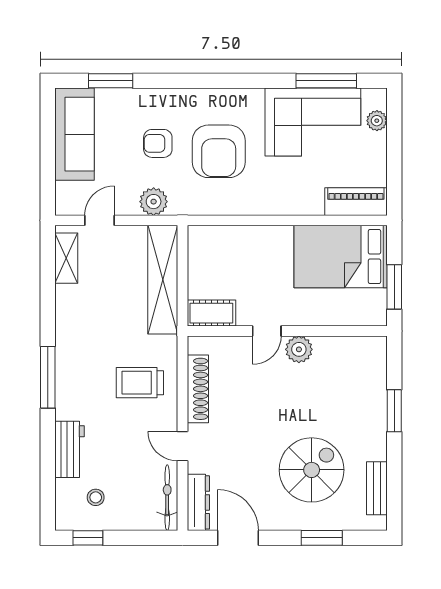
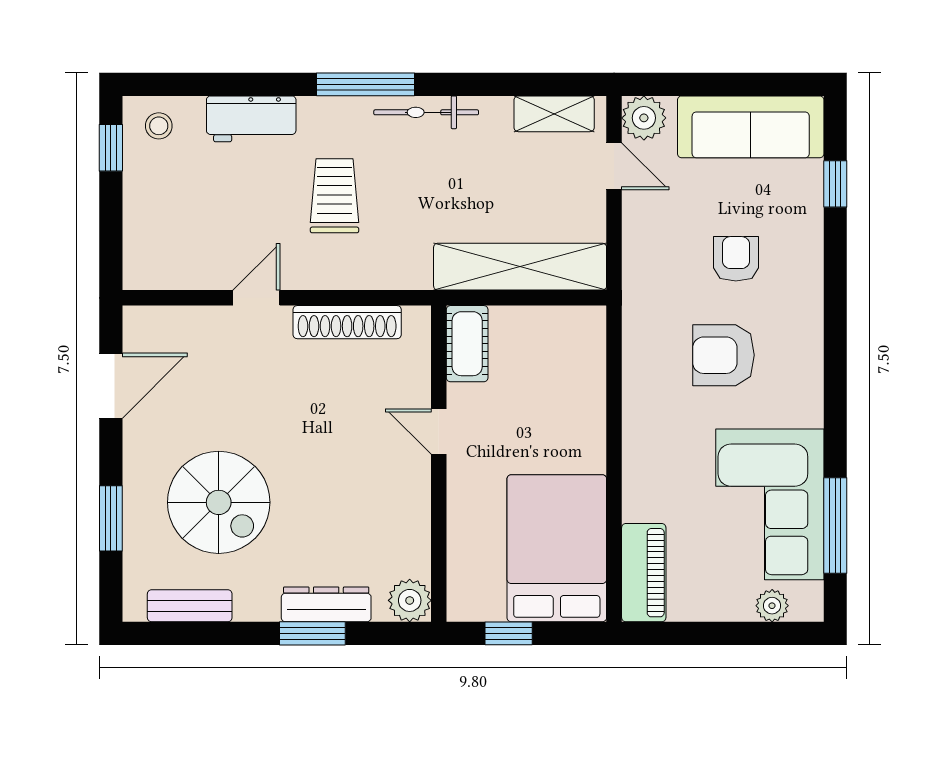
window: (111, 81) -> (835, 184), width x0.67
armchair: (219, 151) -> (723, 355), width x0.73, depth x0.73
plant: (154, 202) -> (644, 118), moved
window: (394, 287) -> (509, 633), width x0.67
plant: (299, 349) -> (410, 600), moved
trolley: (140, 383) -> (334, 196), moved
stool: (96, 497) -> (159, 126), moved
bicycle: (167, 498) -> (426, 112), moved, turned 180
dresser: (198, 502) -> (326, 604), moved, turned 180

